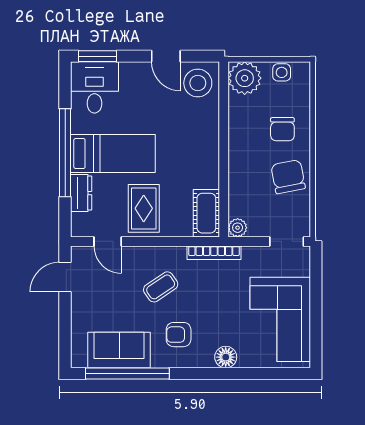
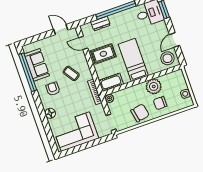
plant: (245, 78) -> (154, 86), moved
bed: (113, 154) -> (133, 60), moved, turned 180
door: (108, 241) -> (83, 43), hinge flipped

